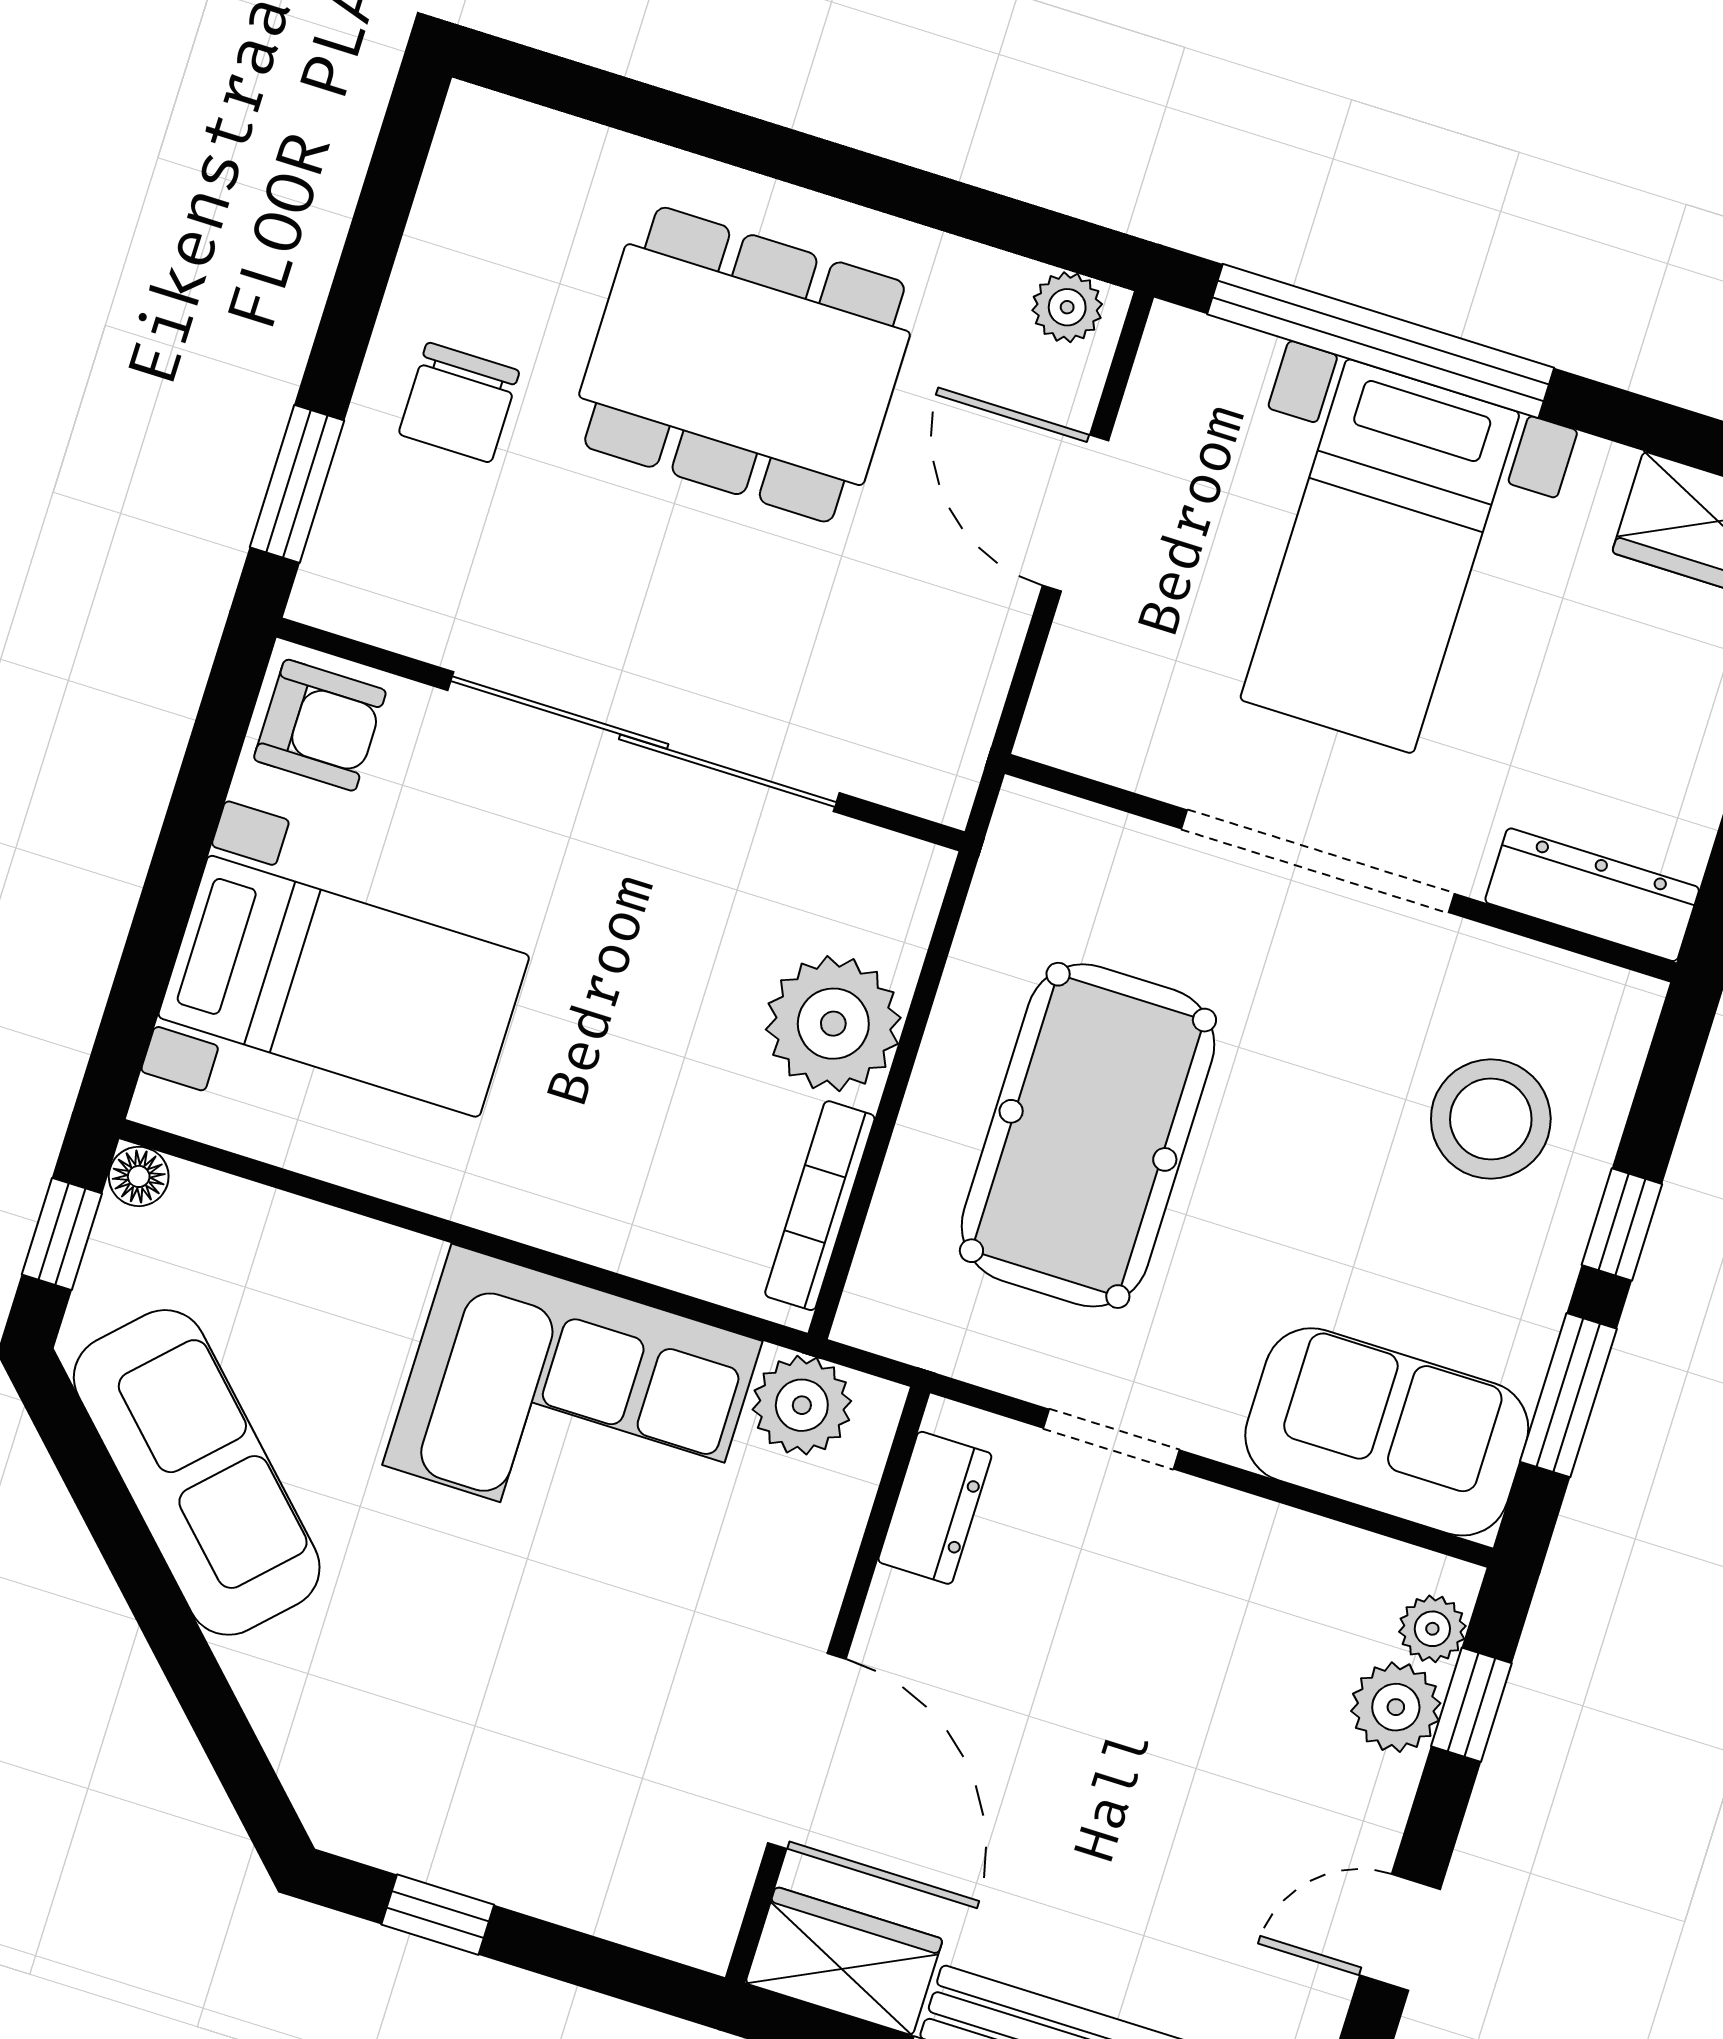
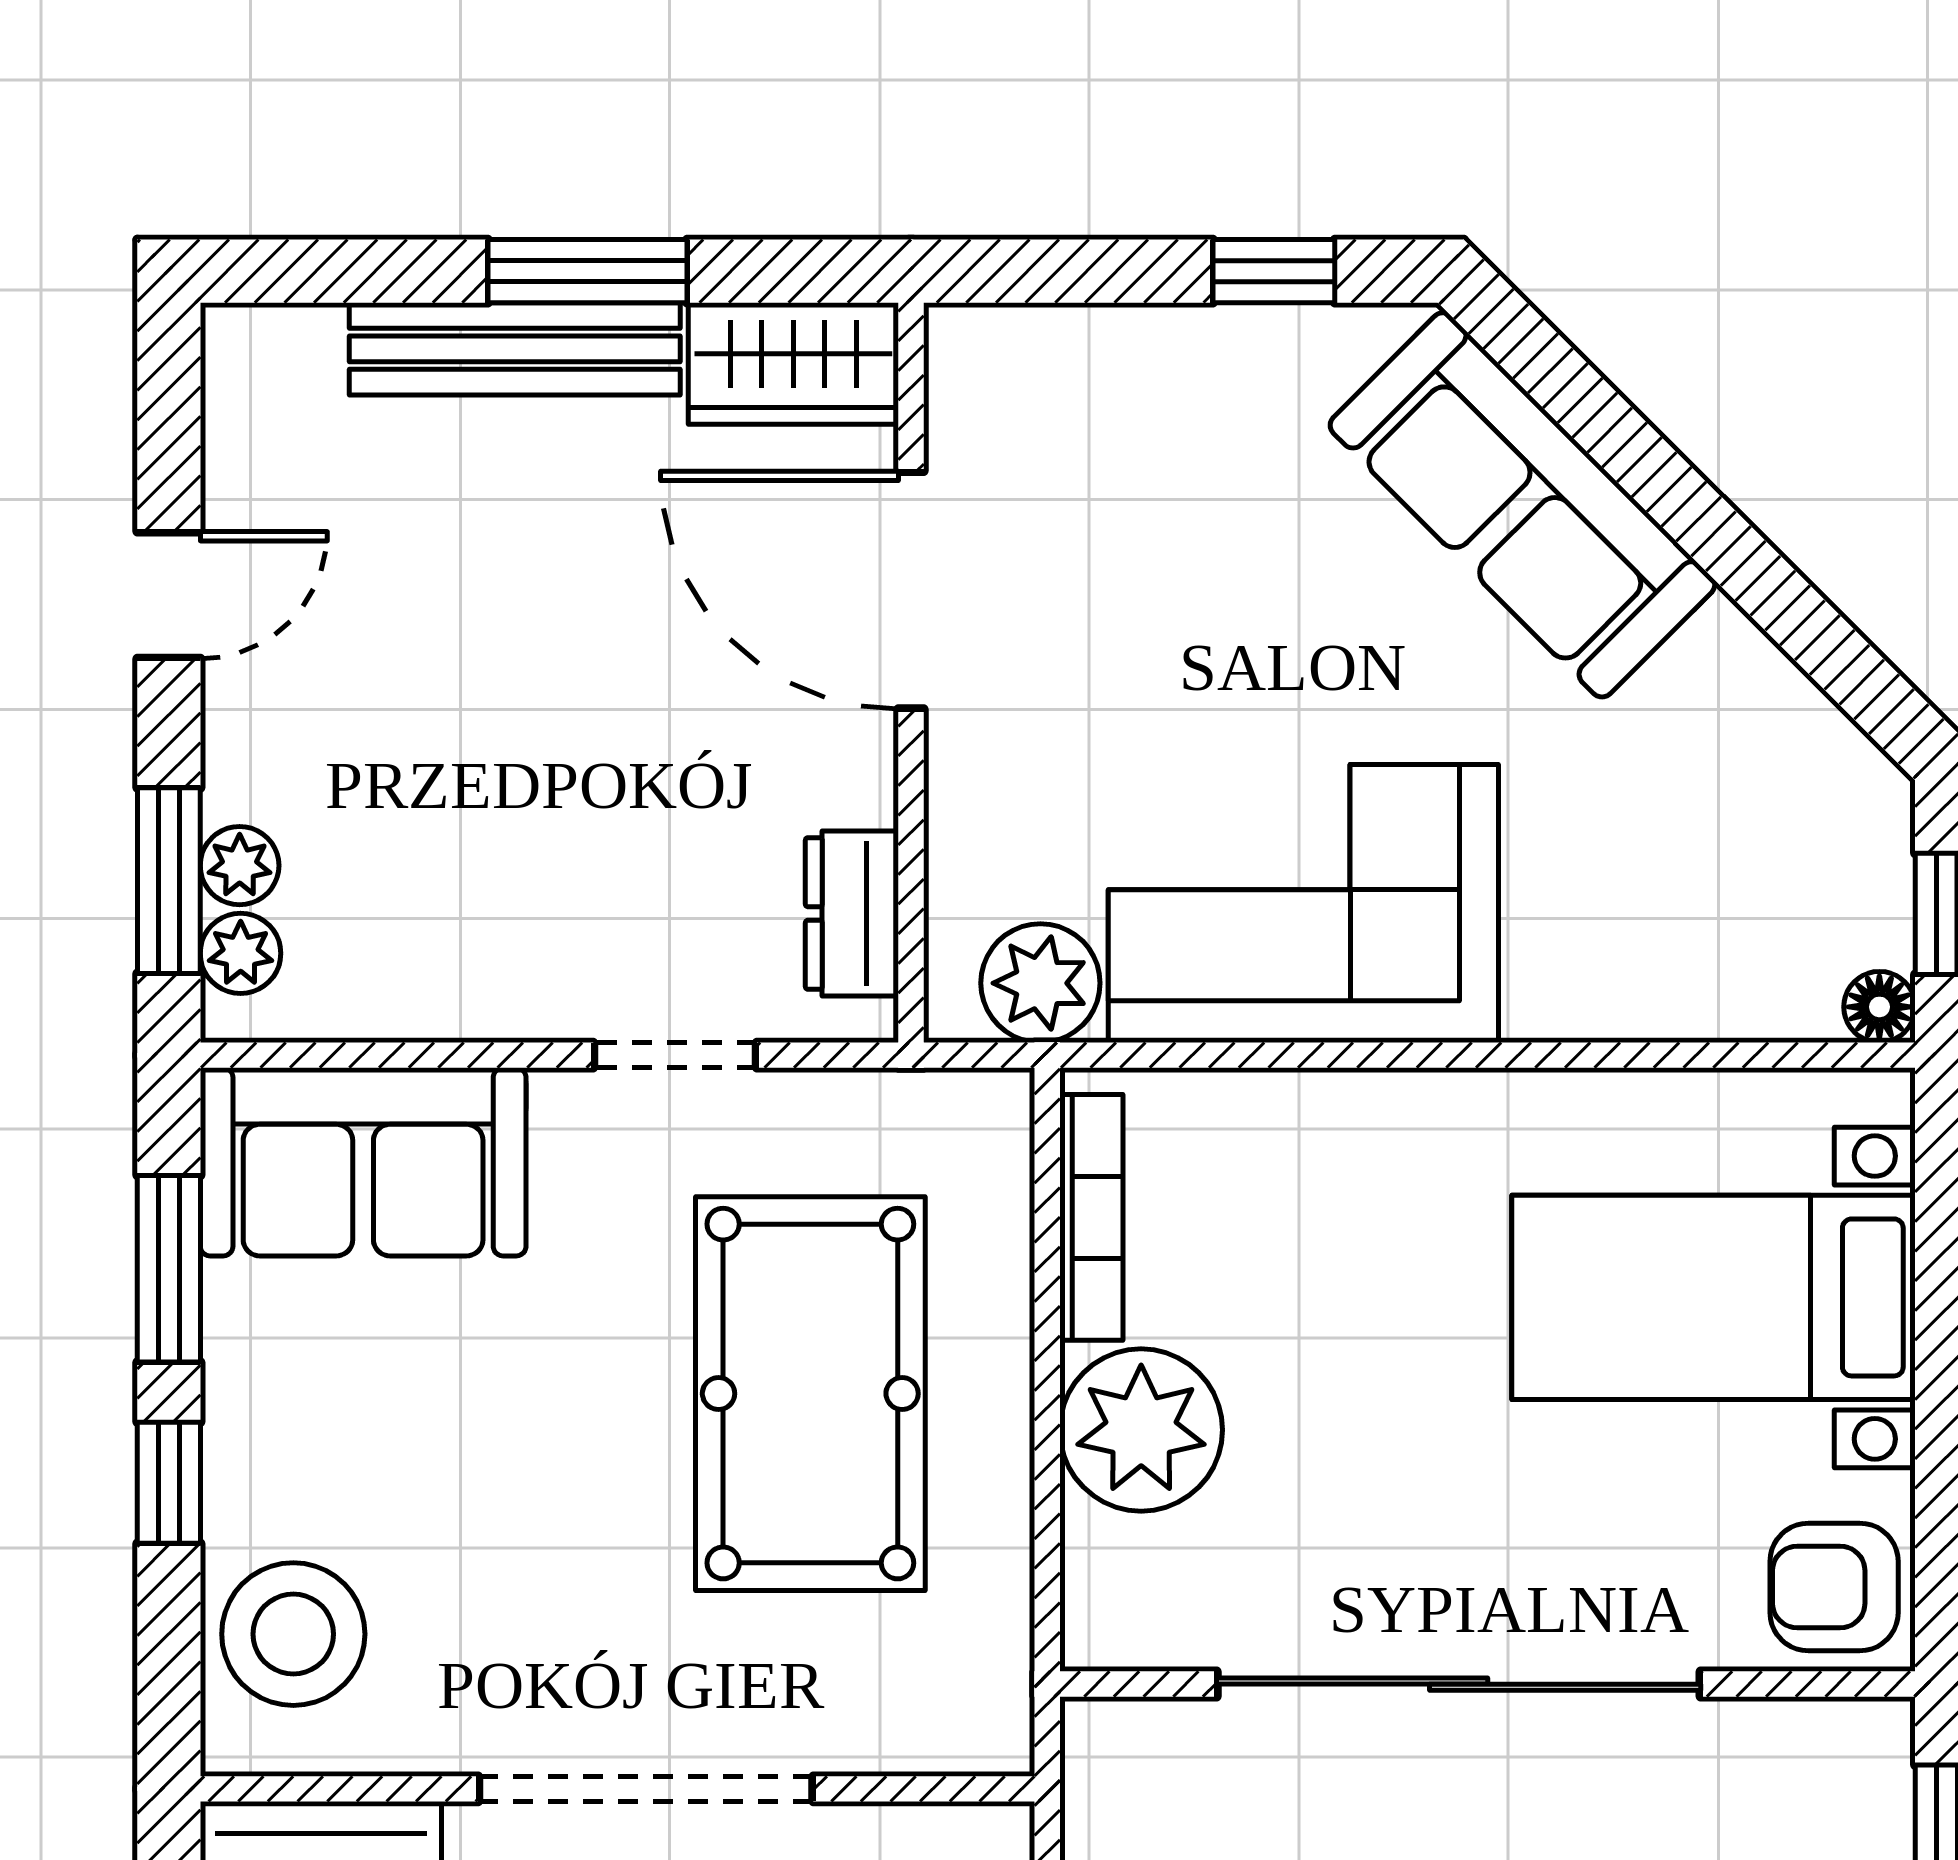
stool: (1491, 1119) -> (293, 1634), moved
sofa: (197, 1472) -> (1522, 505), moved
window: (1471, 1705) -> (169, 881), width x1.50
plant: (1396, 1707) -> (240, 866), width x0.73, depth x0.73

